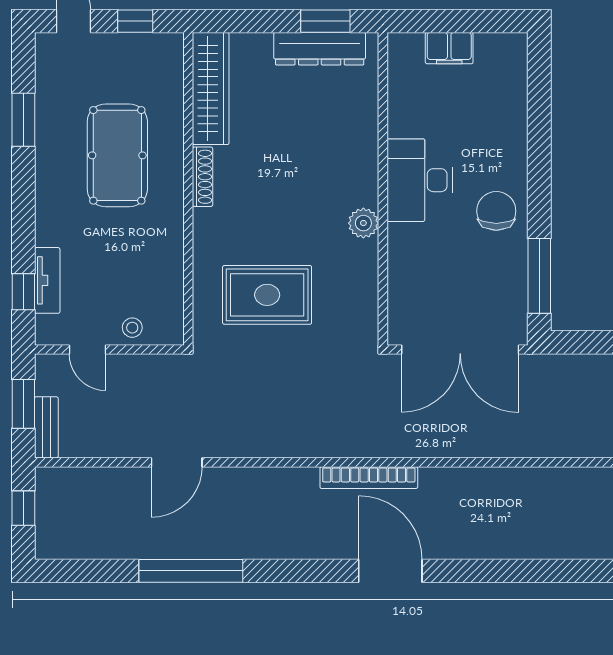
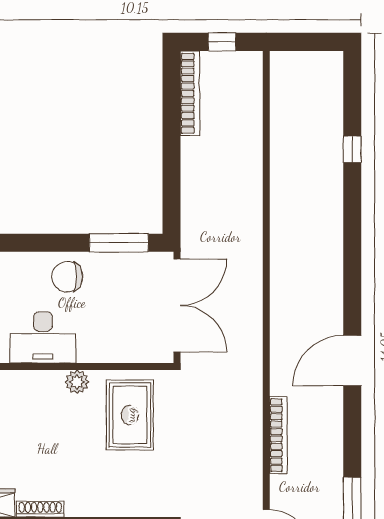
rug: (267, 295) -> (130, 415), moved
bookcase: (369, 478) -> (278, 435), moved

